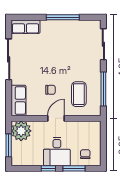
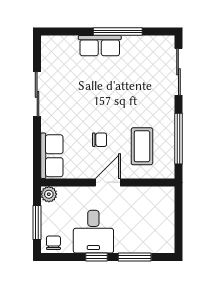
row of seats: (26, 27) -> (100, 46), moved
sliding door: (9, 59) -> (37, 94), width x0.73
plant: (21, 131) -> (49, 194), width x0.53, depth x0.53
desk: (57, 151) -> (93, 232), moved
chair: (85, 154) -> (53, 243), moved

